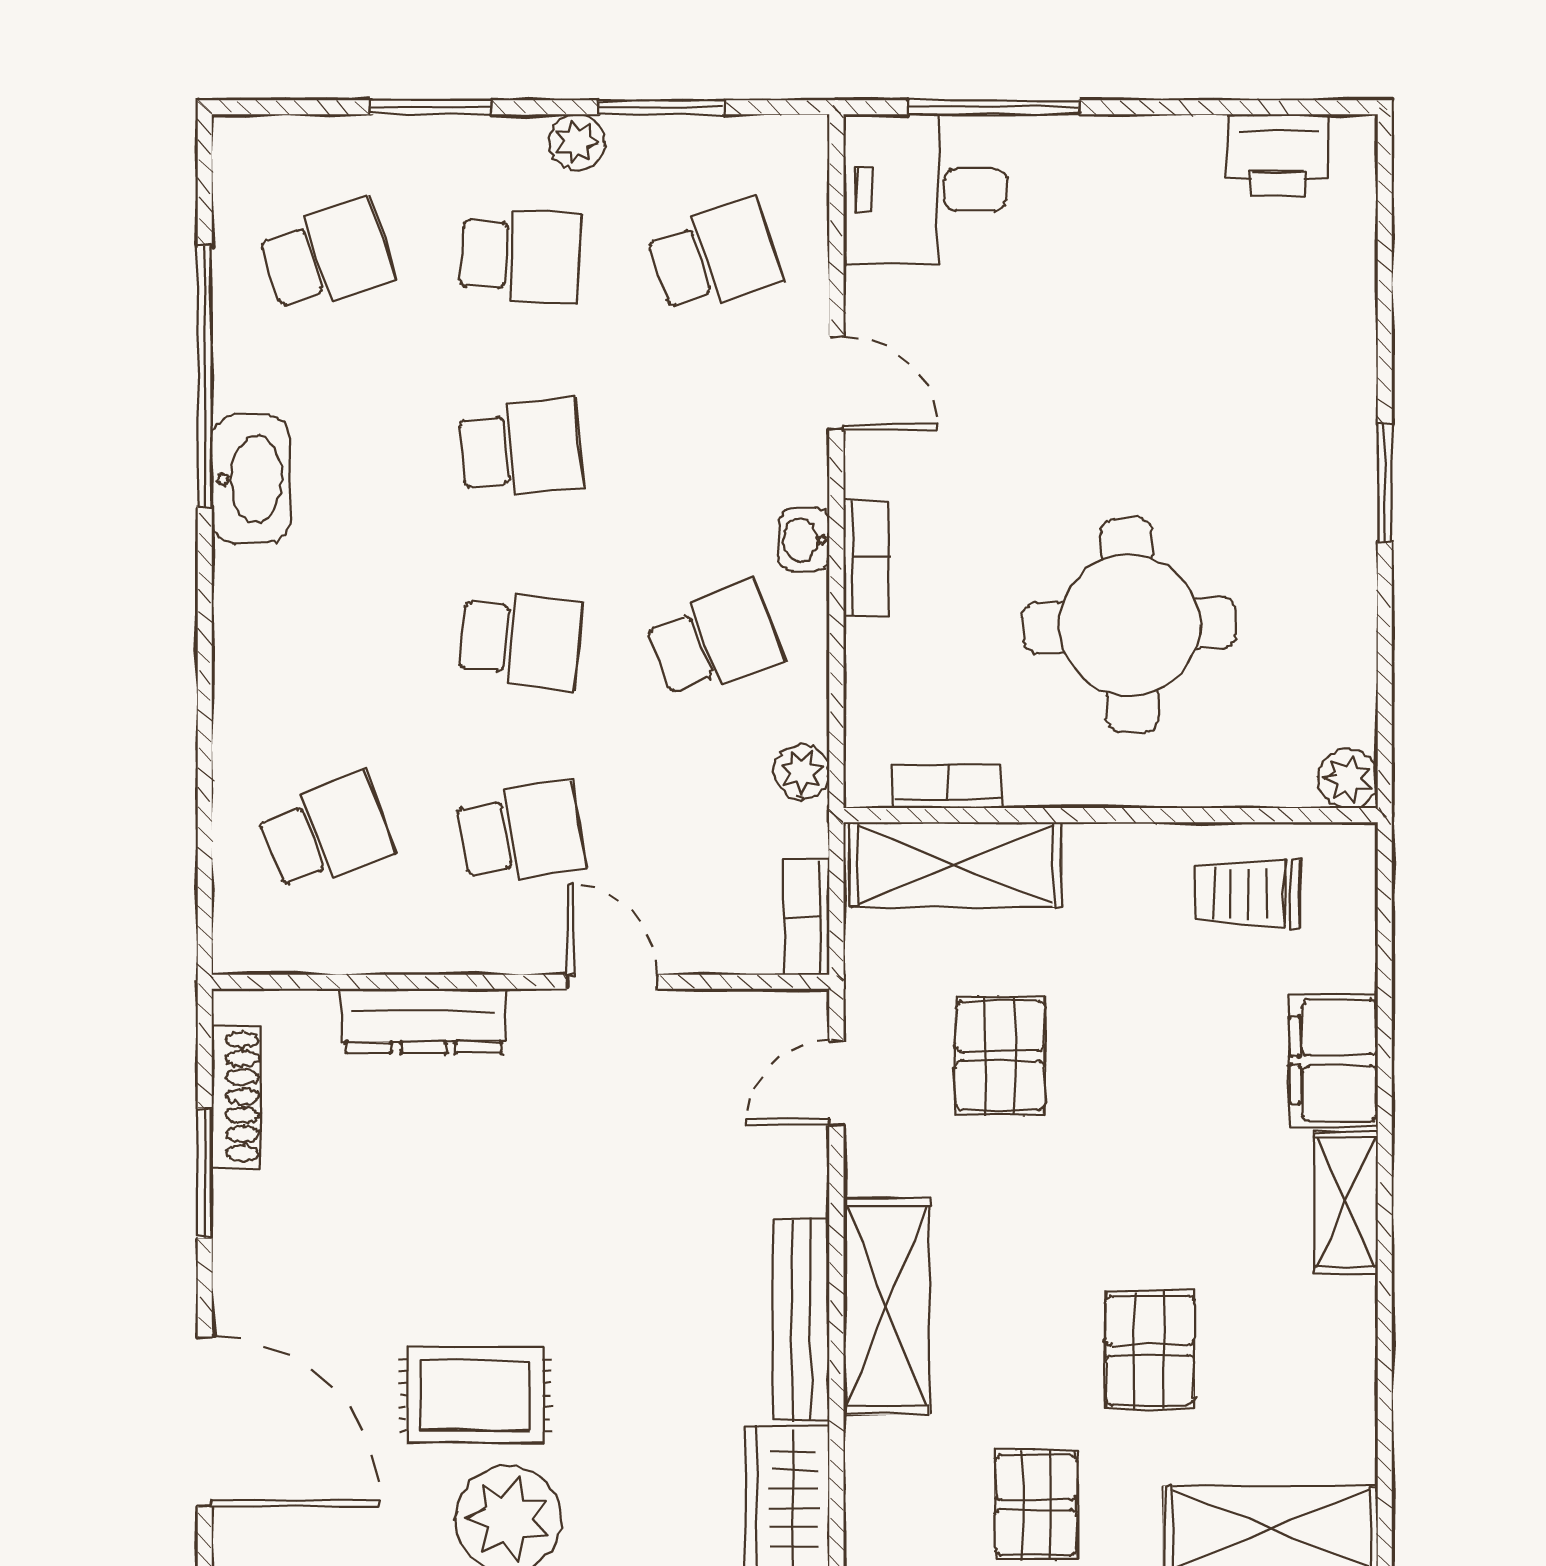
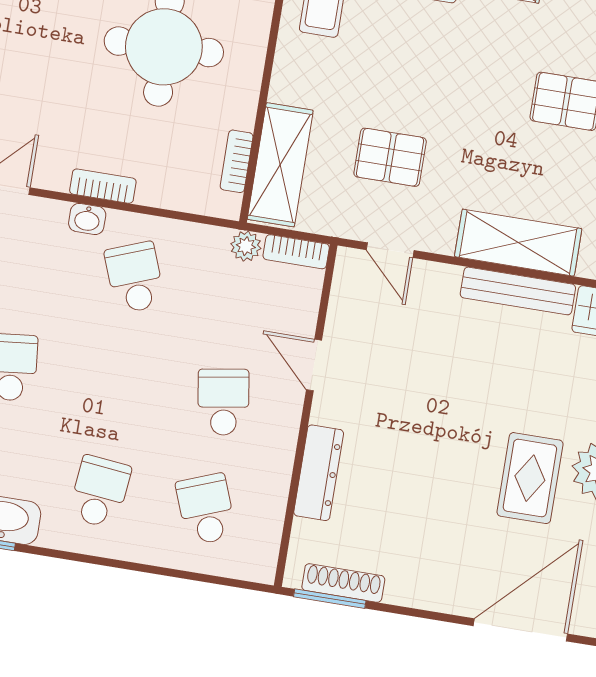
school desk: (521, 641) -> (100, 492), moved
plant: (802, 772) -> (246, 246), moved
door: (612, 982) -> (314, 365), hinge flipped
window: (205, 1173) -> (330, 599), moved

